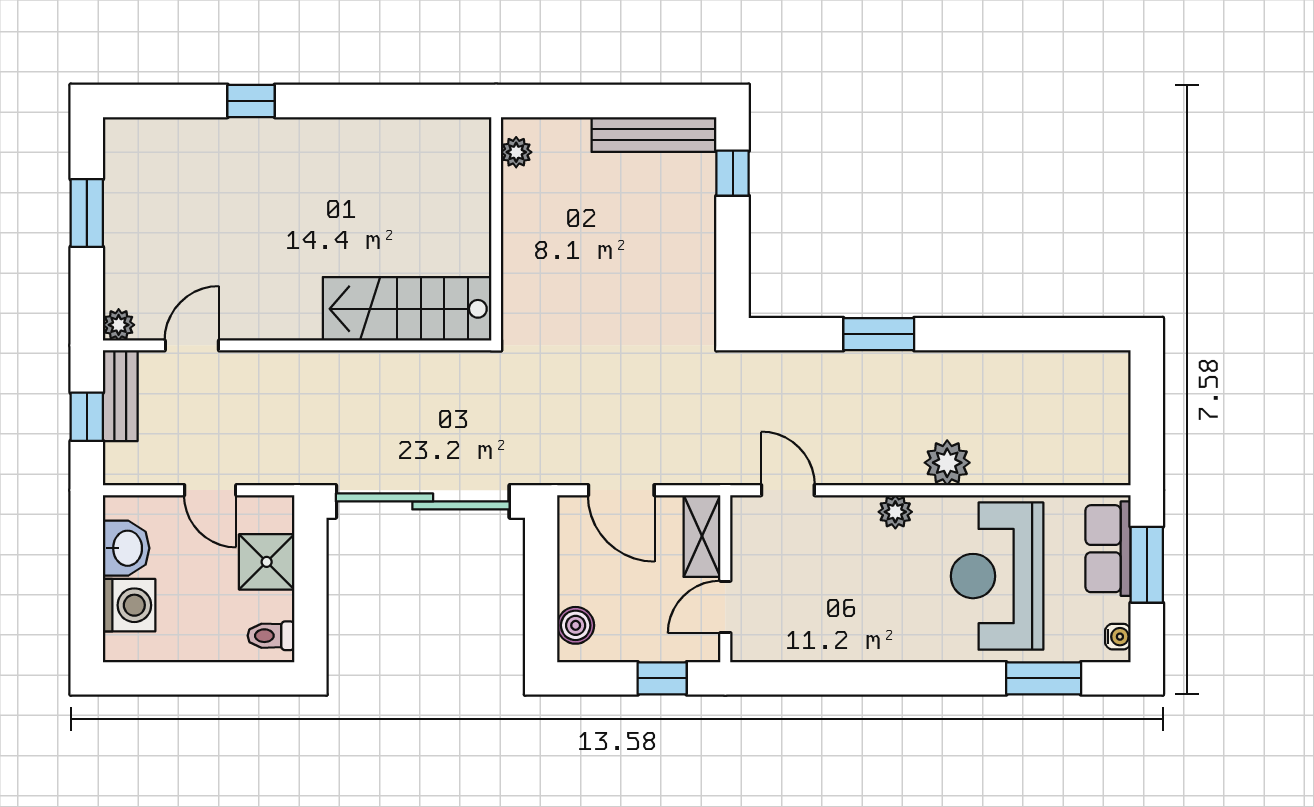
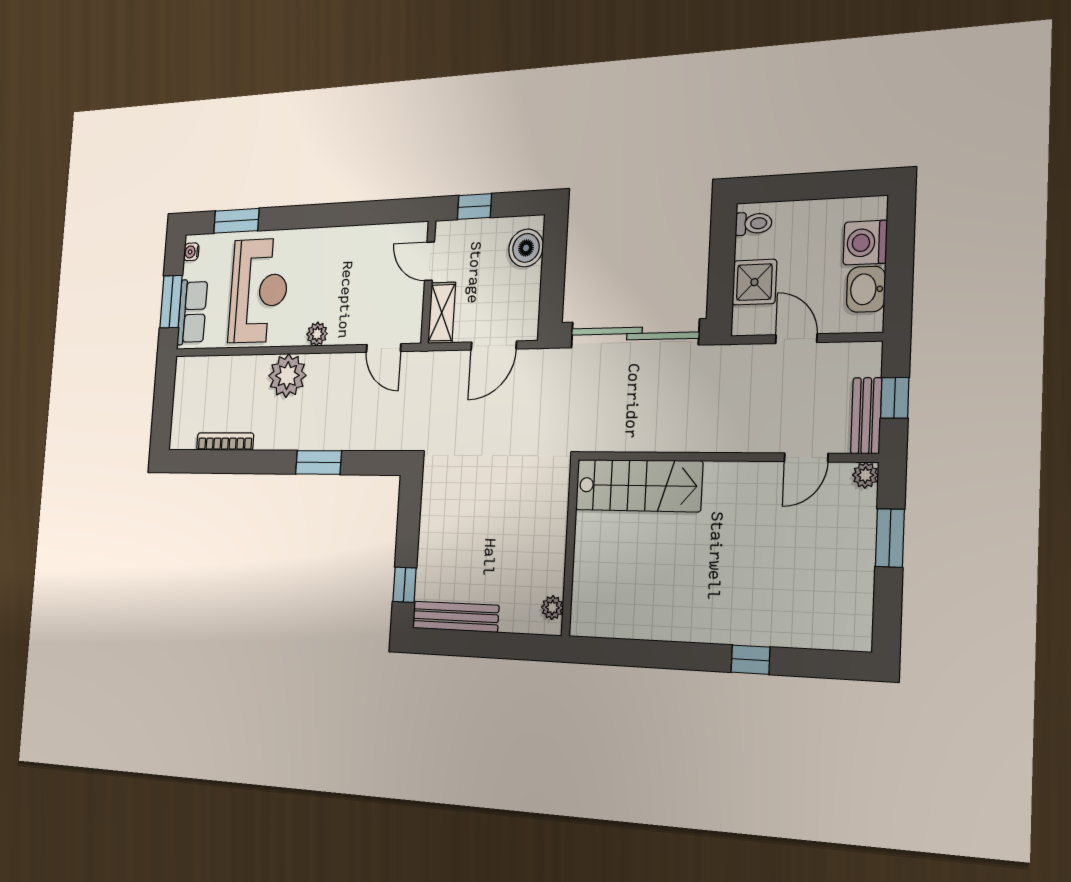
window: (87, 213) -> (890, 538), moved
bookcase: (1035, 362) -> (225, 442), added
plant: (947, 463) -> (287, 376), width x1.36, depth x1.36
door: (621, 490) -> (494, 345), swing flipped
door: (725, 607) -> (430, 261), swing flipped
boiler: (576, 625) -> (526, 248), width x1.36, depth x1.36

